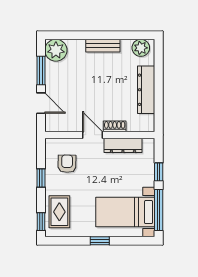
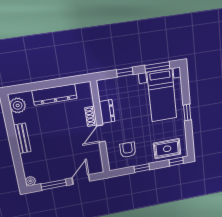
plant: (56, 50) -> (30, 181), width x0.53, depth x0.53
dresser: (123, 145) -> (107, 111), width x0.70
armchair: (67, 164) -> (128, 150), turned 89
window: (159, 210) -> (157, 67), width x0.69

